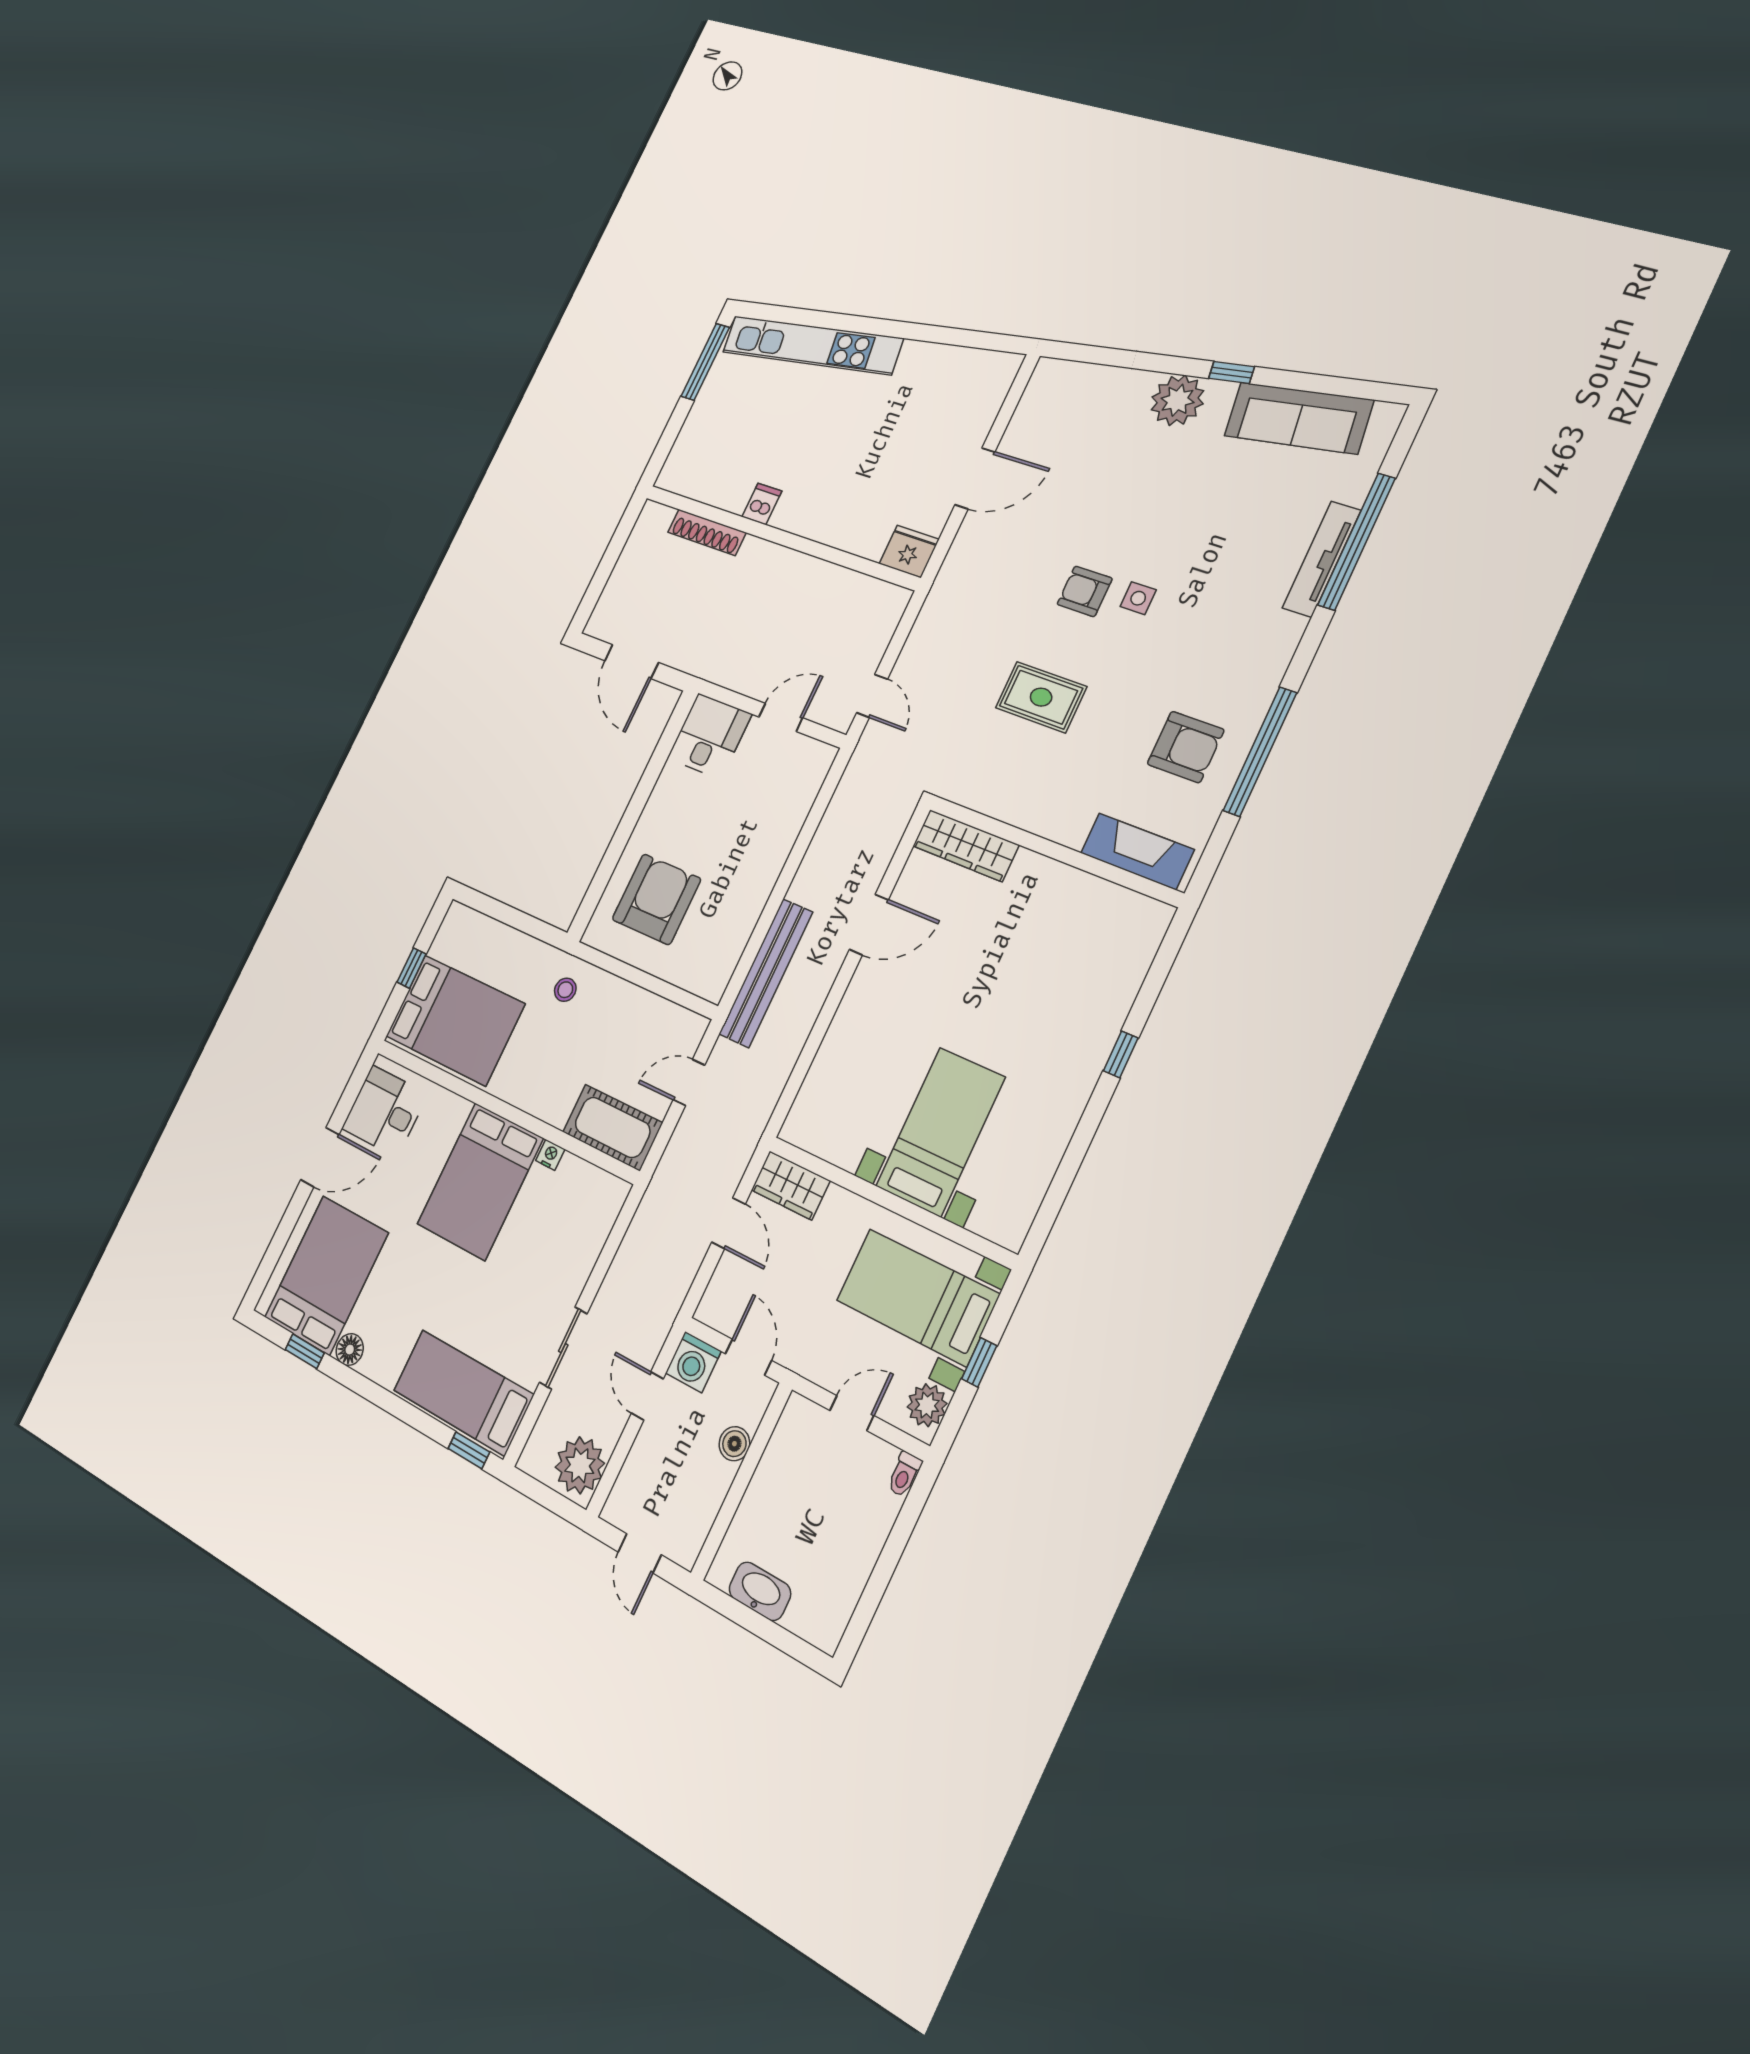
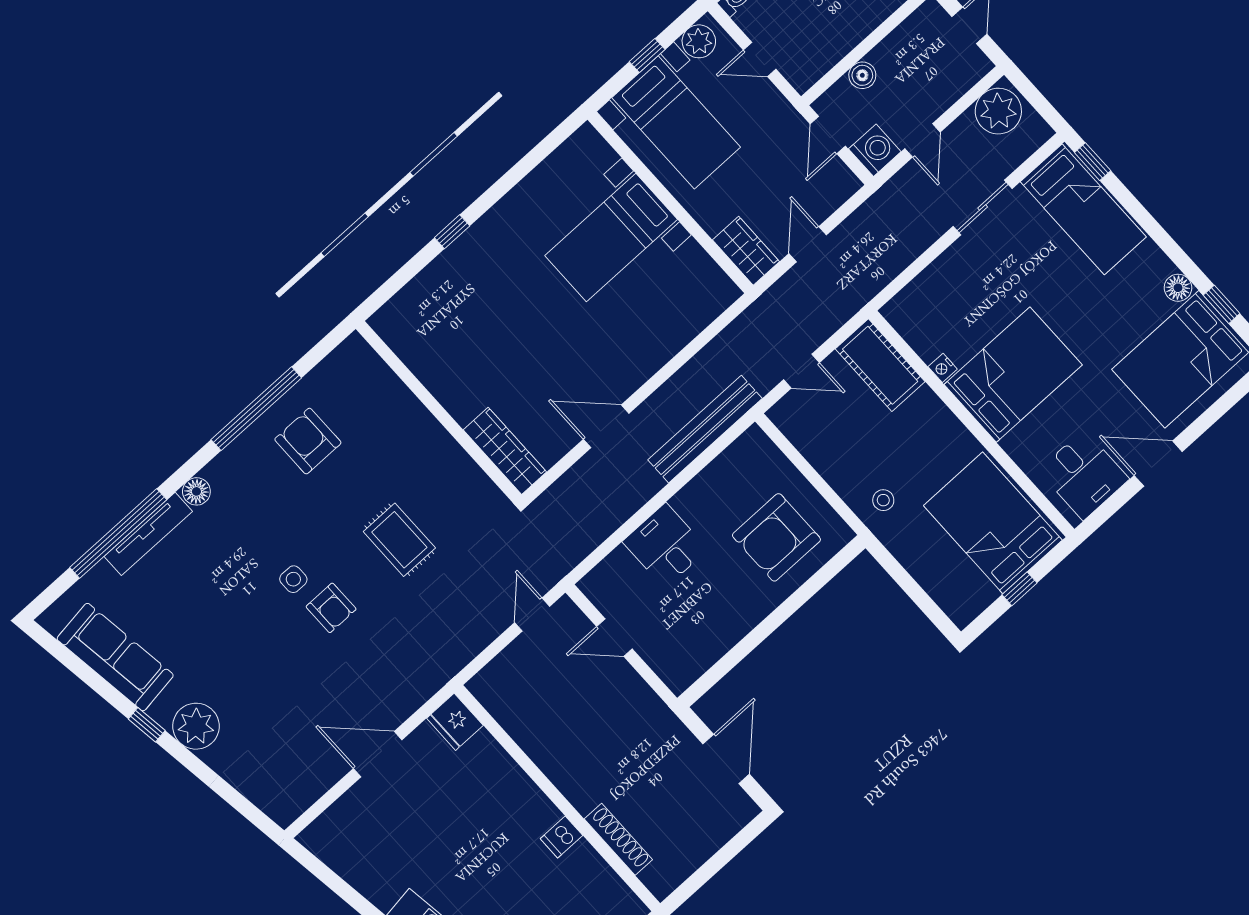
floor lamp: (1288, 631) -> (196, 491), added
desk: (709, 736) -> (665, 545), moved, turned 90
fireplace: (1137, 851) -> (377, 379), removed

